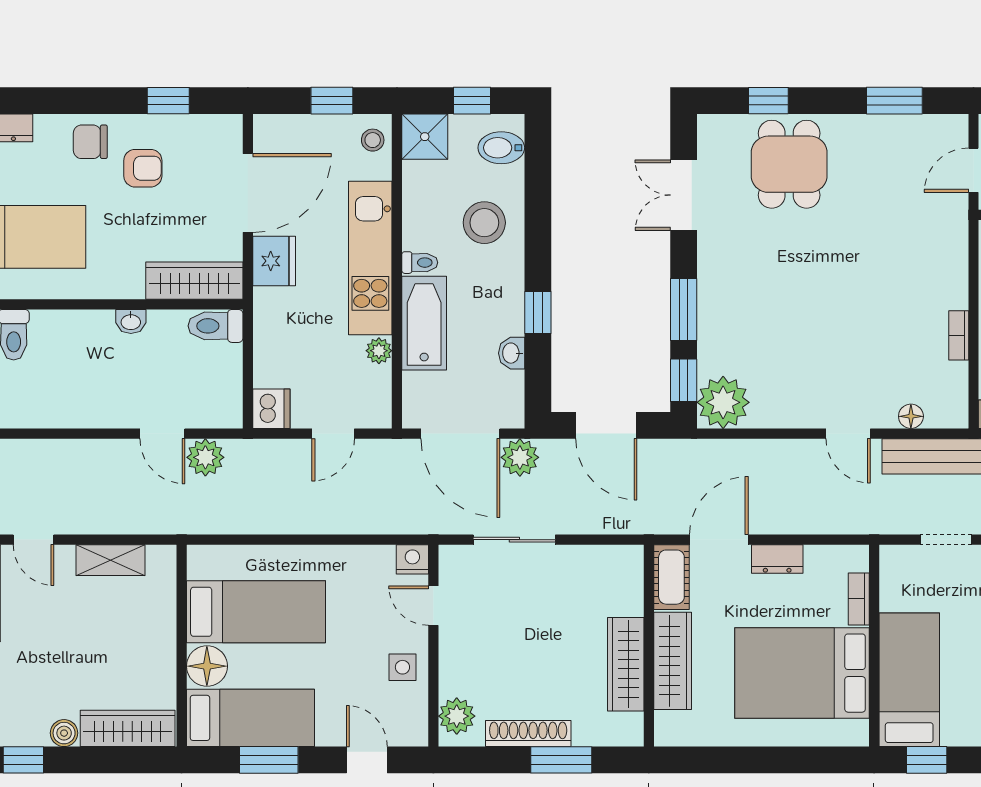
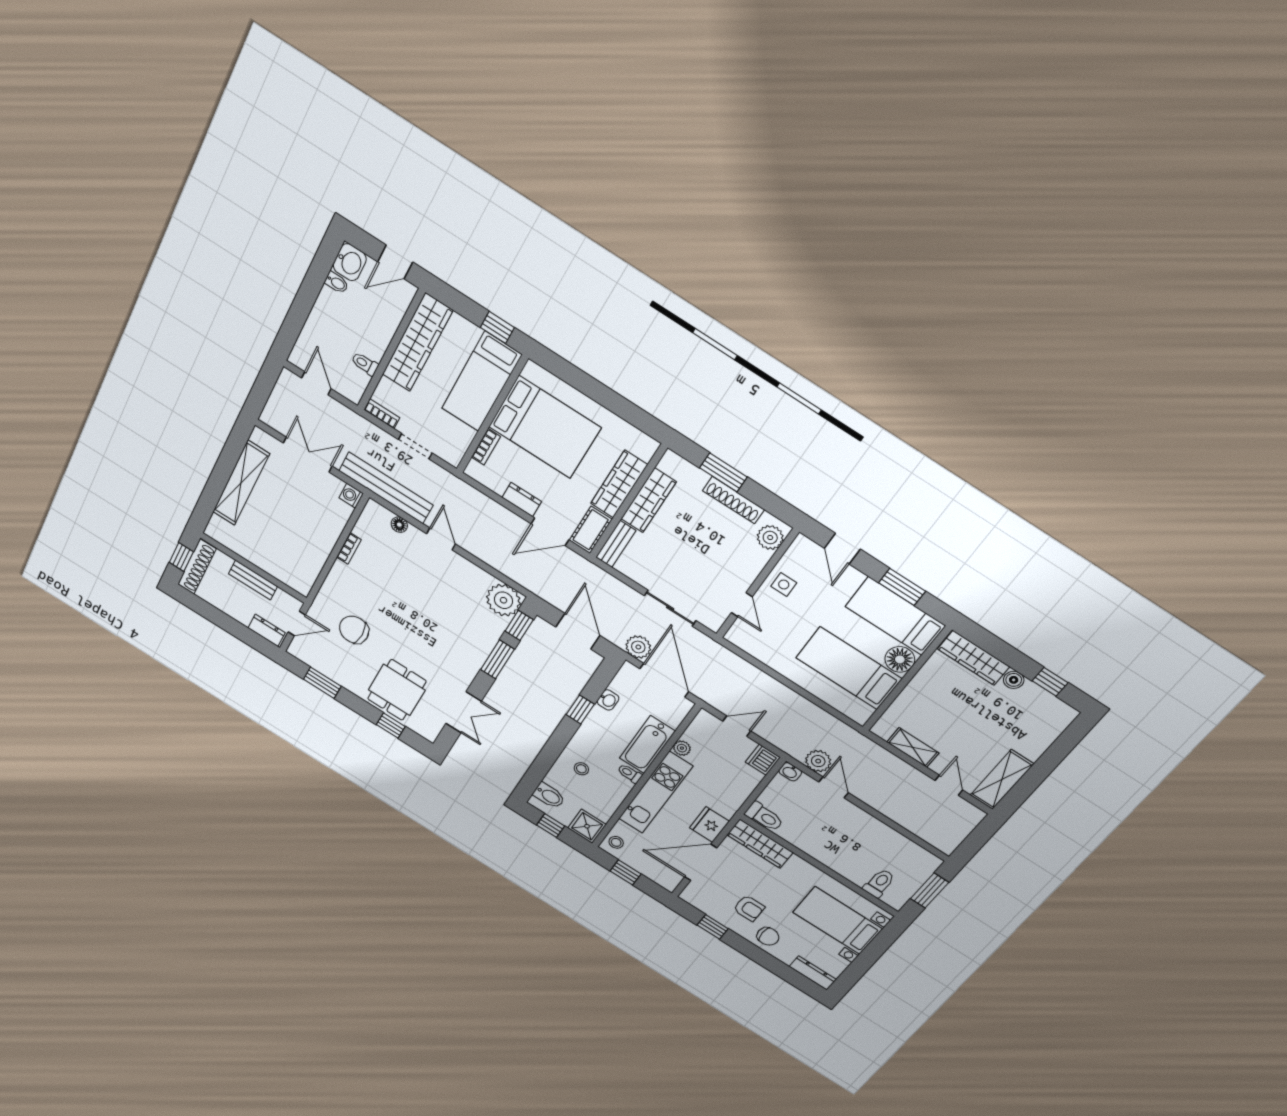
armchair: (143, 168) -> (749, 908), turned 180
chair: (892, 217) -> (354, 630), added
stool: (484, 223) -> (581, 769), width x0.53, depth x0.53
washbasin: (131, 321) -> (790, 772), moved, turned 180
nightstand: (412, 559) -> (737, 636), removed
bench: (630, 580) -> (616, 544), added

